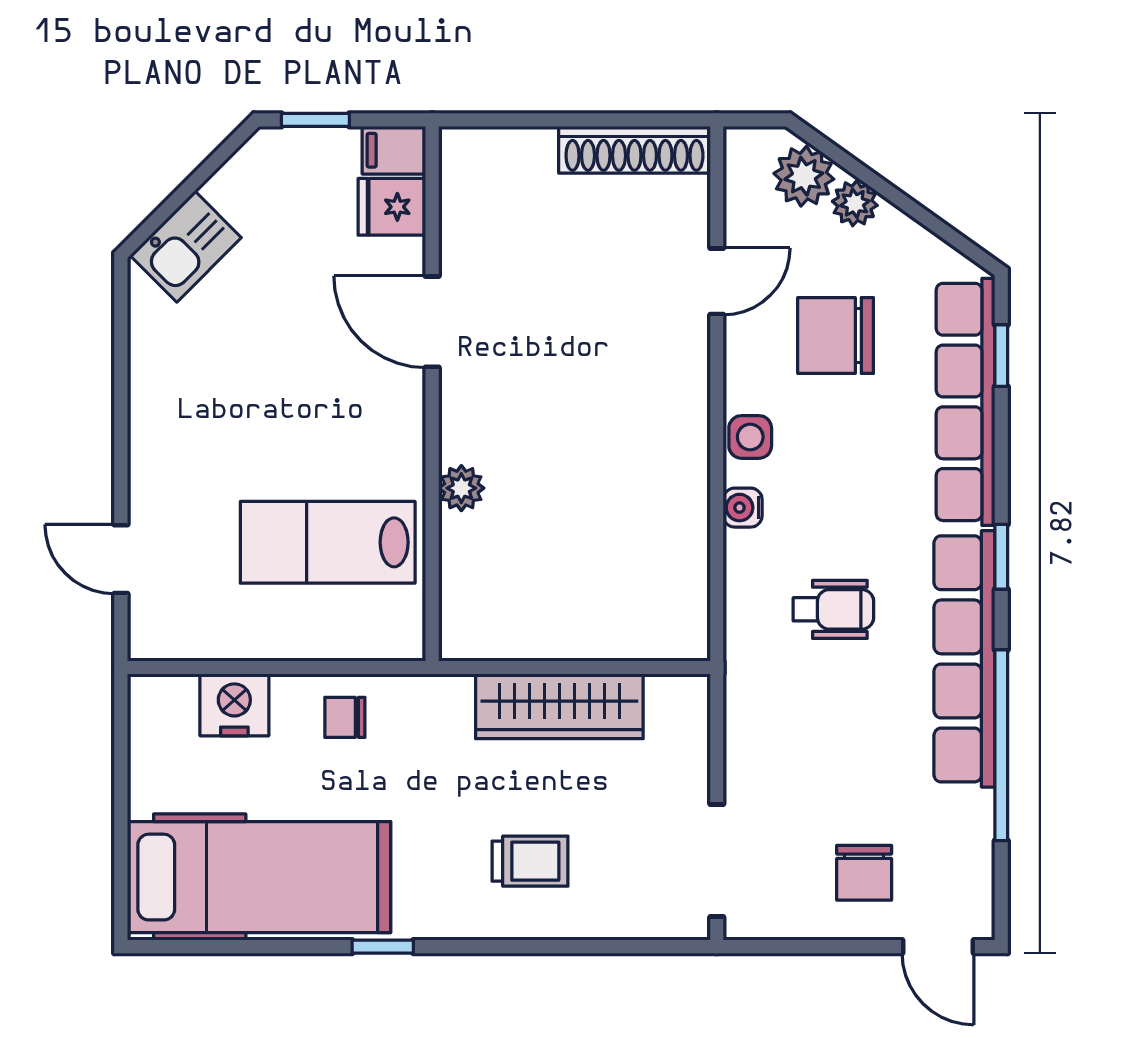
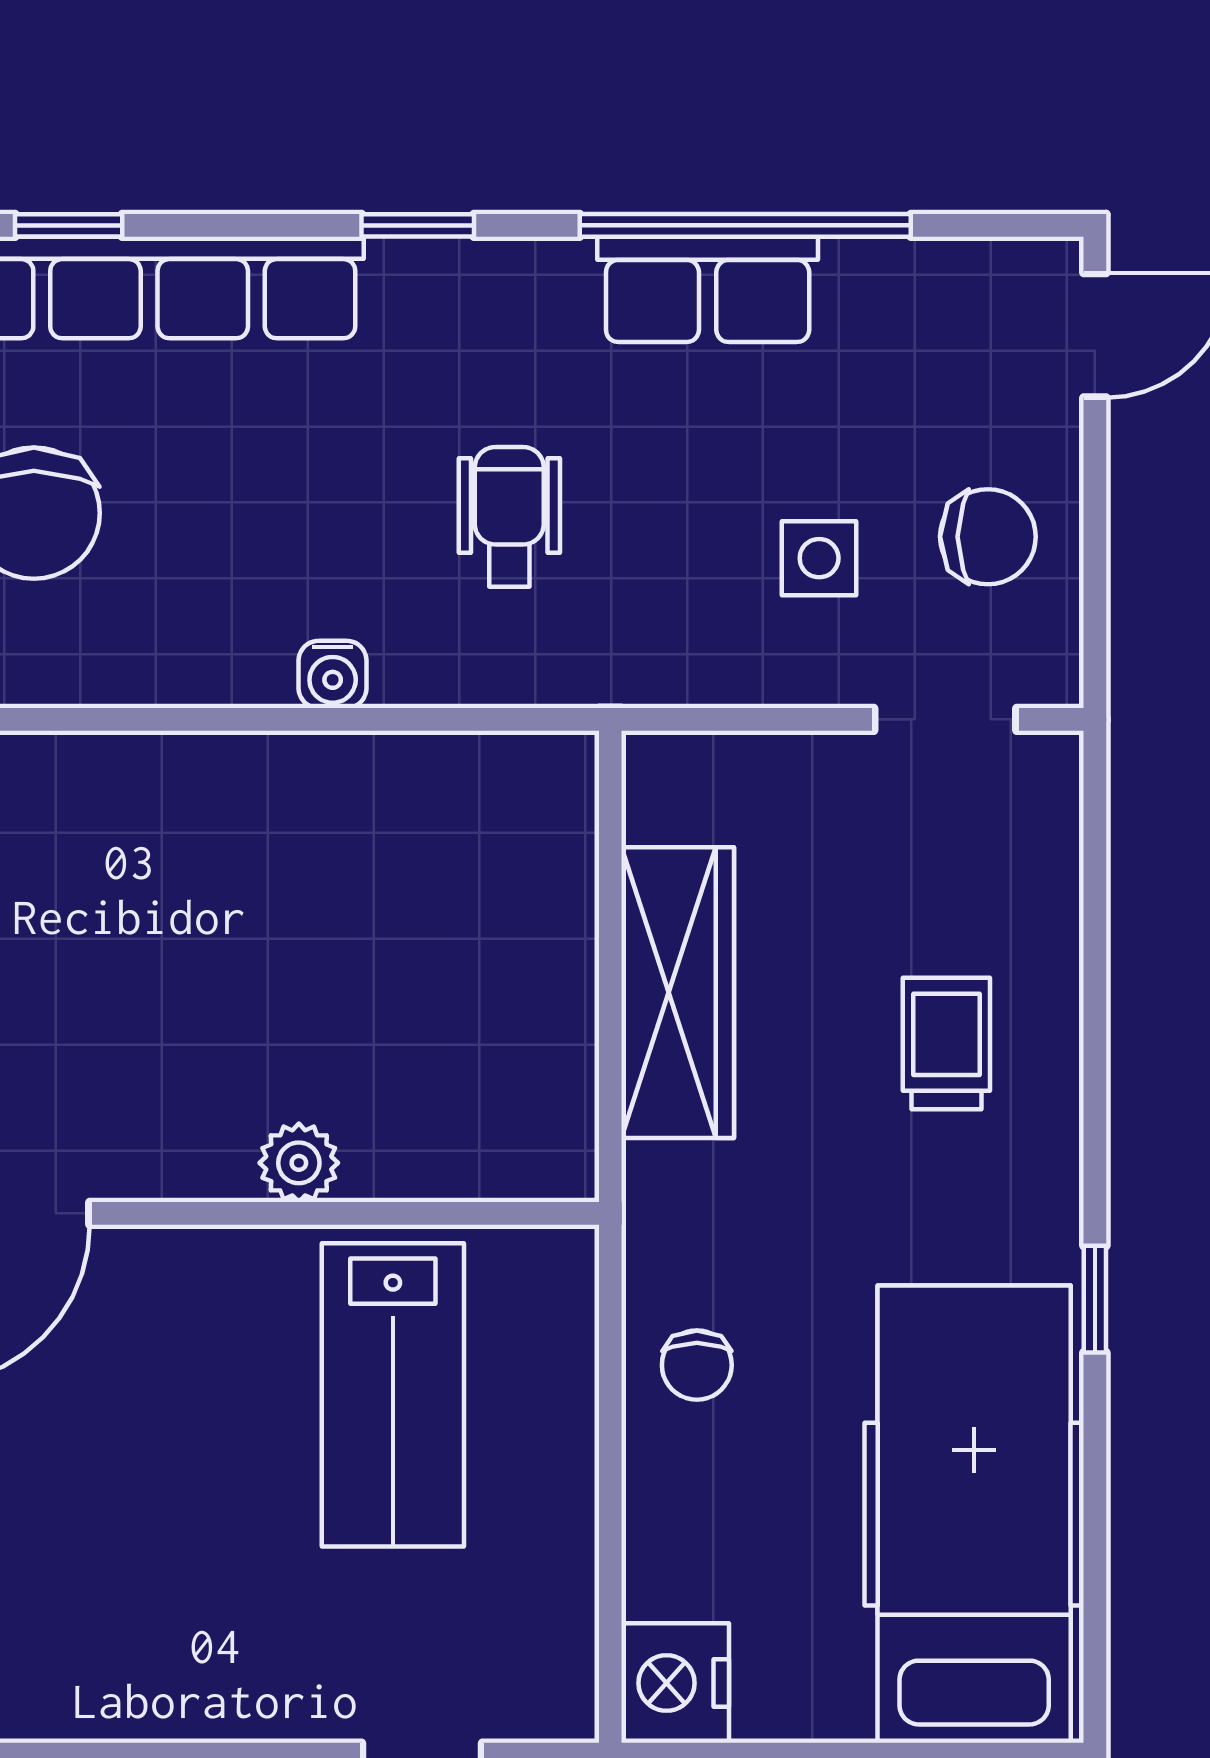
side table: (750, 437) -> (819, 558), moved
row of seats: (964, 659) -> (708, 289), width x0.50
nightstand: (234, 705) -> (675, 1683), moved
doorway: (717, 860) -> (945, 719), width x0.73
chair: (864, 873) -> (988, 537), moved

